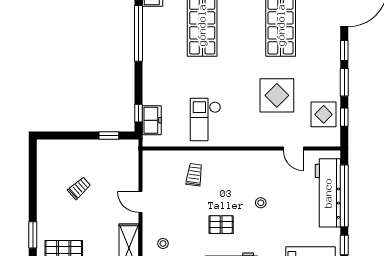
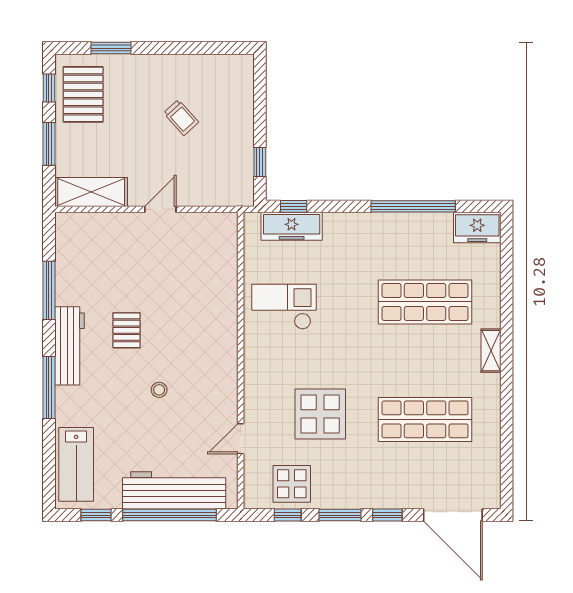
freezer: (152, 120) -> (292, 226), width x1.40
trolley: (194, 175) -> (201, 290), removed
stool: (163, 243) -> (98, 243), removed

